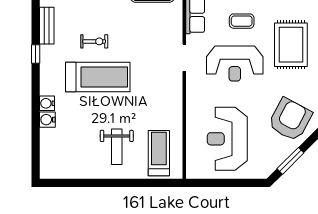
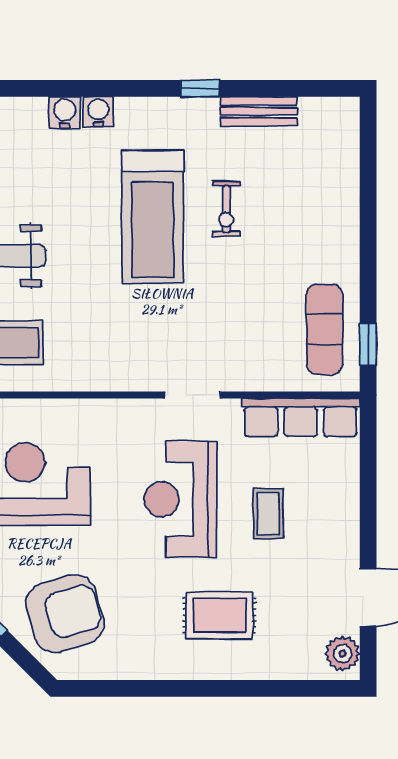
rug: (291, 45) -> (219, 615), width x0.73, depth x0.70
armchair: (290, 120) -> (65, 614), turned -45

